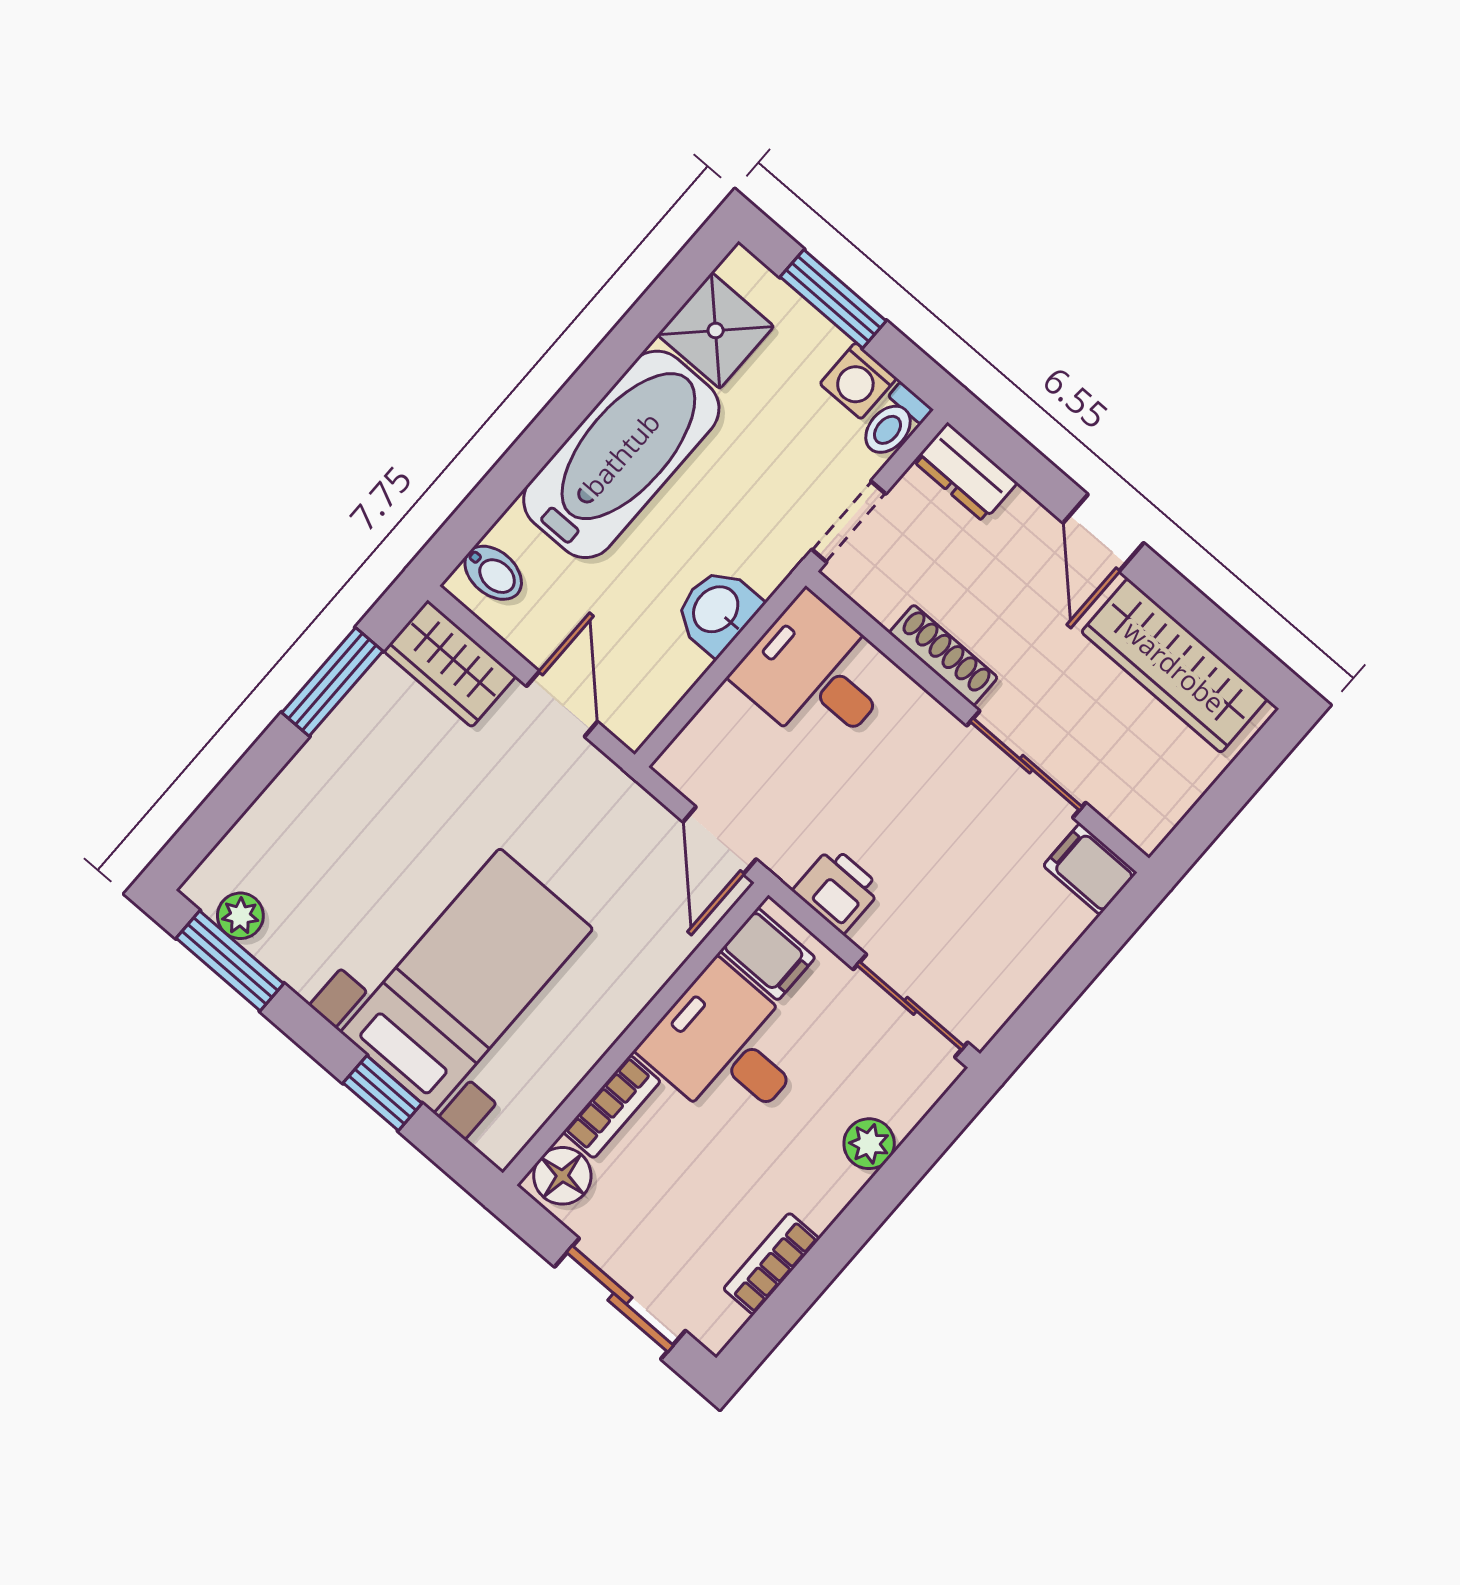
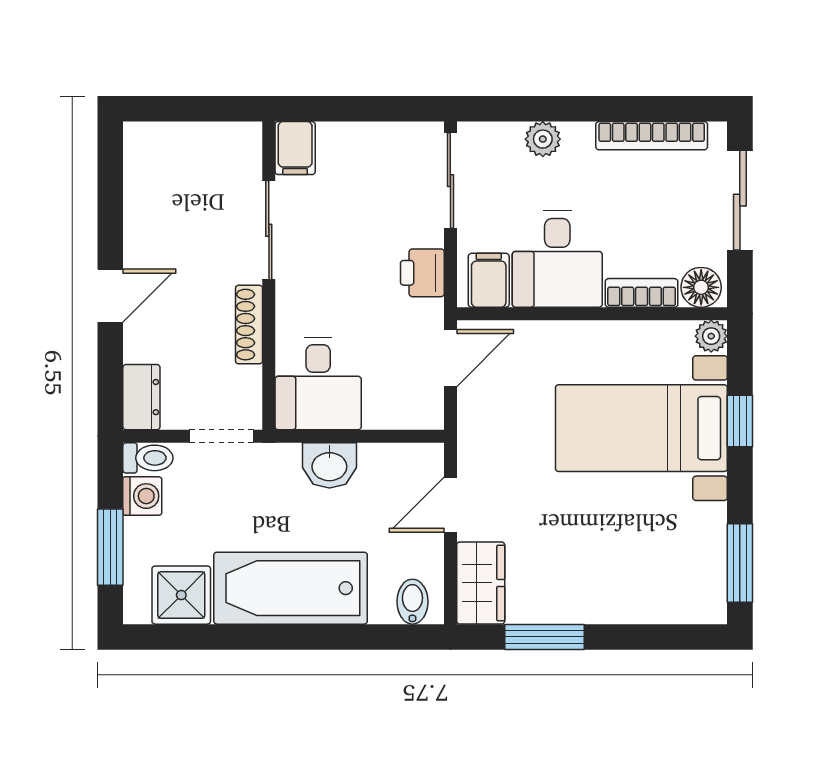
wardrobe: (1174, 666) -> (148, 197), removed
plant: (240, 916) -> (711, 336), moved
bookcase: (771, 1264) -> (652, 136), width x1.56

